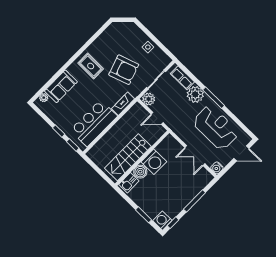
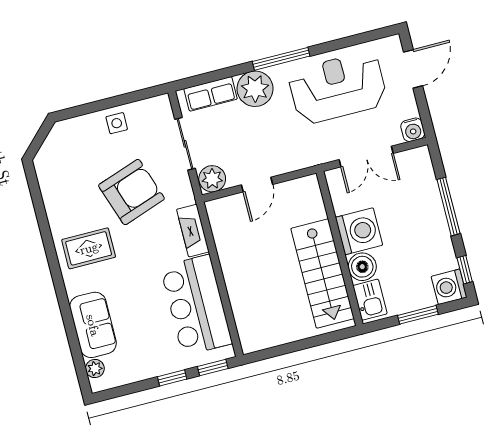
stairs: (128, 157) -> (322, 274), moved
wall: (142, 158) -> (340, 249), moved
washing machine: (154, 162) -> (359, 231), moved
boiler: (140, 172) -> (362, 267), moved
kitchen sink: (129, 183) -> (370, 300), moved

